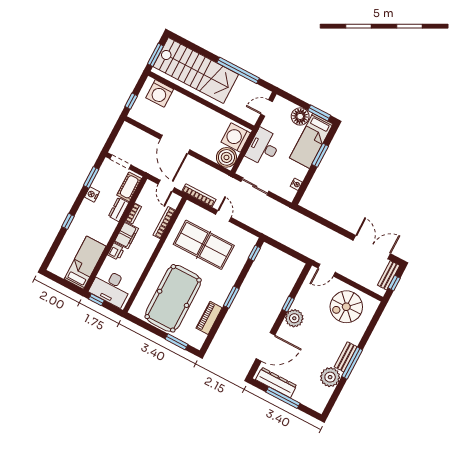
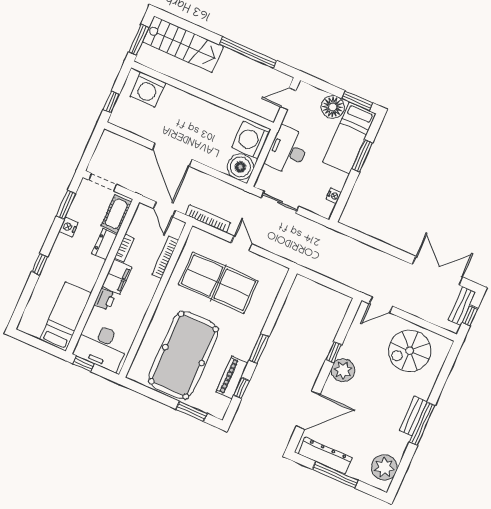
stairs: (196, 70) -> (183, 44), width x0.73, depth x0.66
window: (254, 253) -> (242, 388), moved
plant: (330, 377) -> (384, 468), moved

